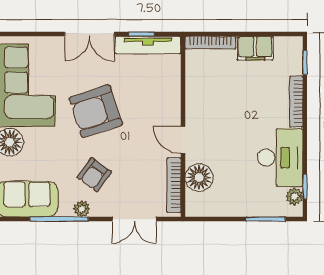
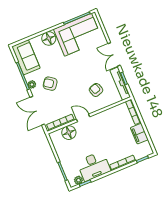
armchair: (96, 111) -> (96, 90), moved, width x0.53, depth x0.53
door: (183, 140) -> (83, 118), hinge flipped
double door: (134, 219) -> (37, 111), width x1.37

